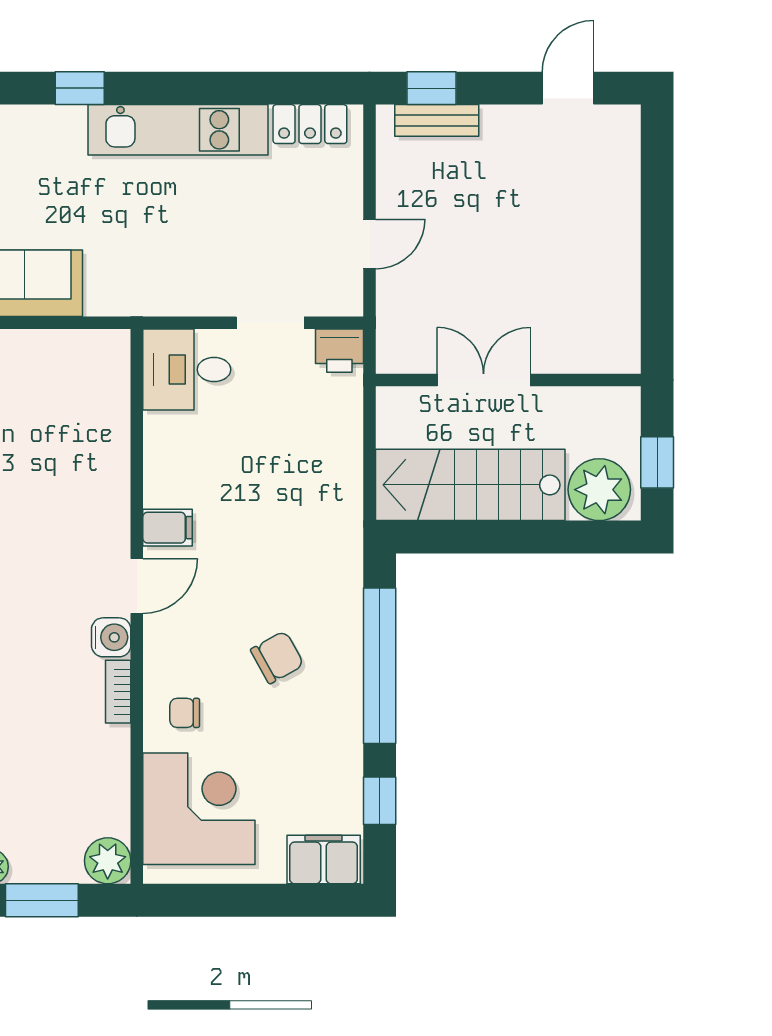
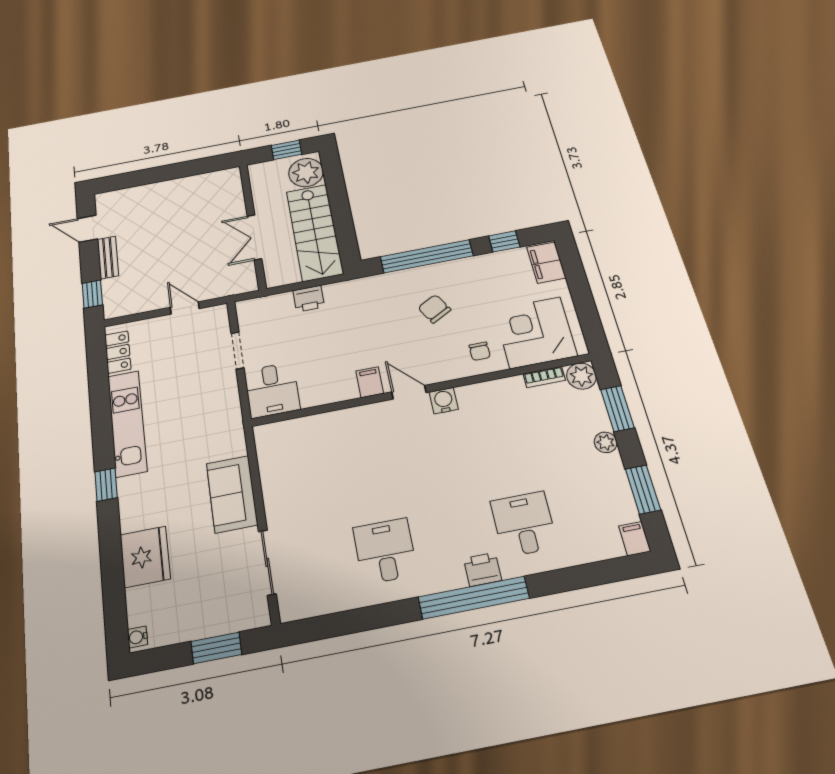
bench: (437, 120) -> (108, 258), moved
printer: (339, 351) -> (309, 299), moved, turned 90
bookcase: (118, 692) -> (544, 377), moved

